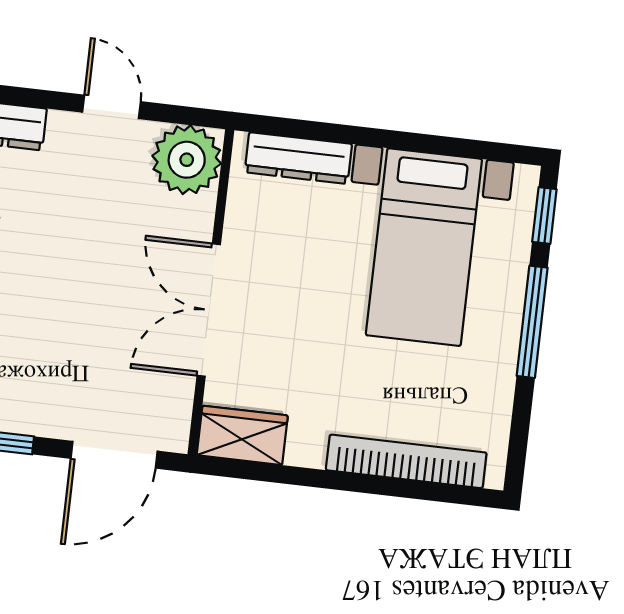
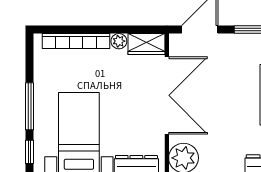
double door: (209, 310) -> (167, 95), width x1.36
plant: (306, 449) -> (119, 41), added

